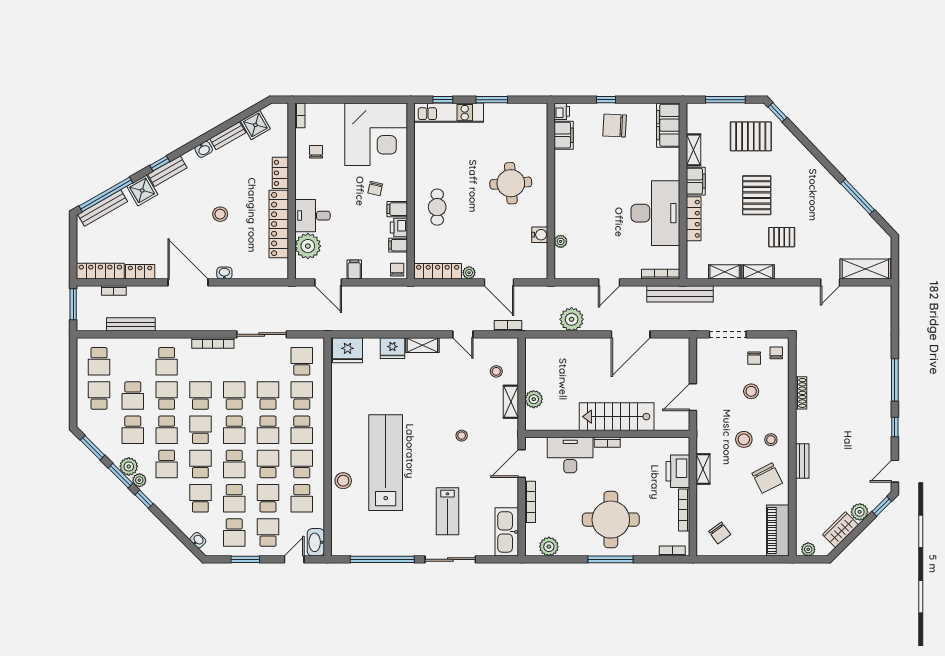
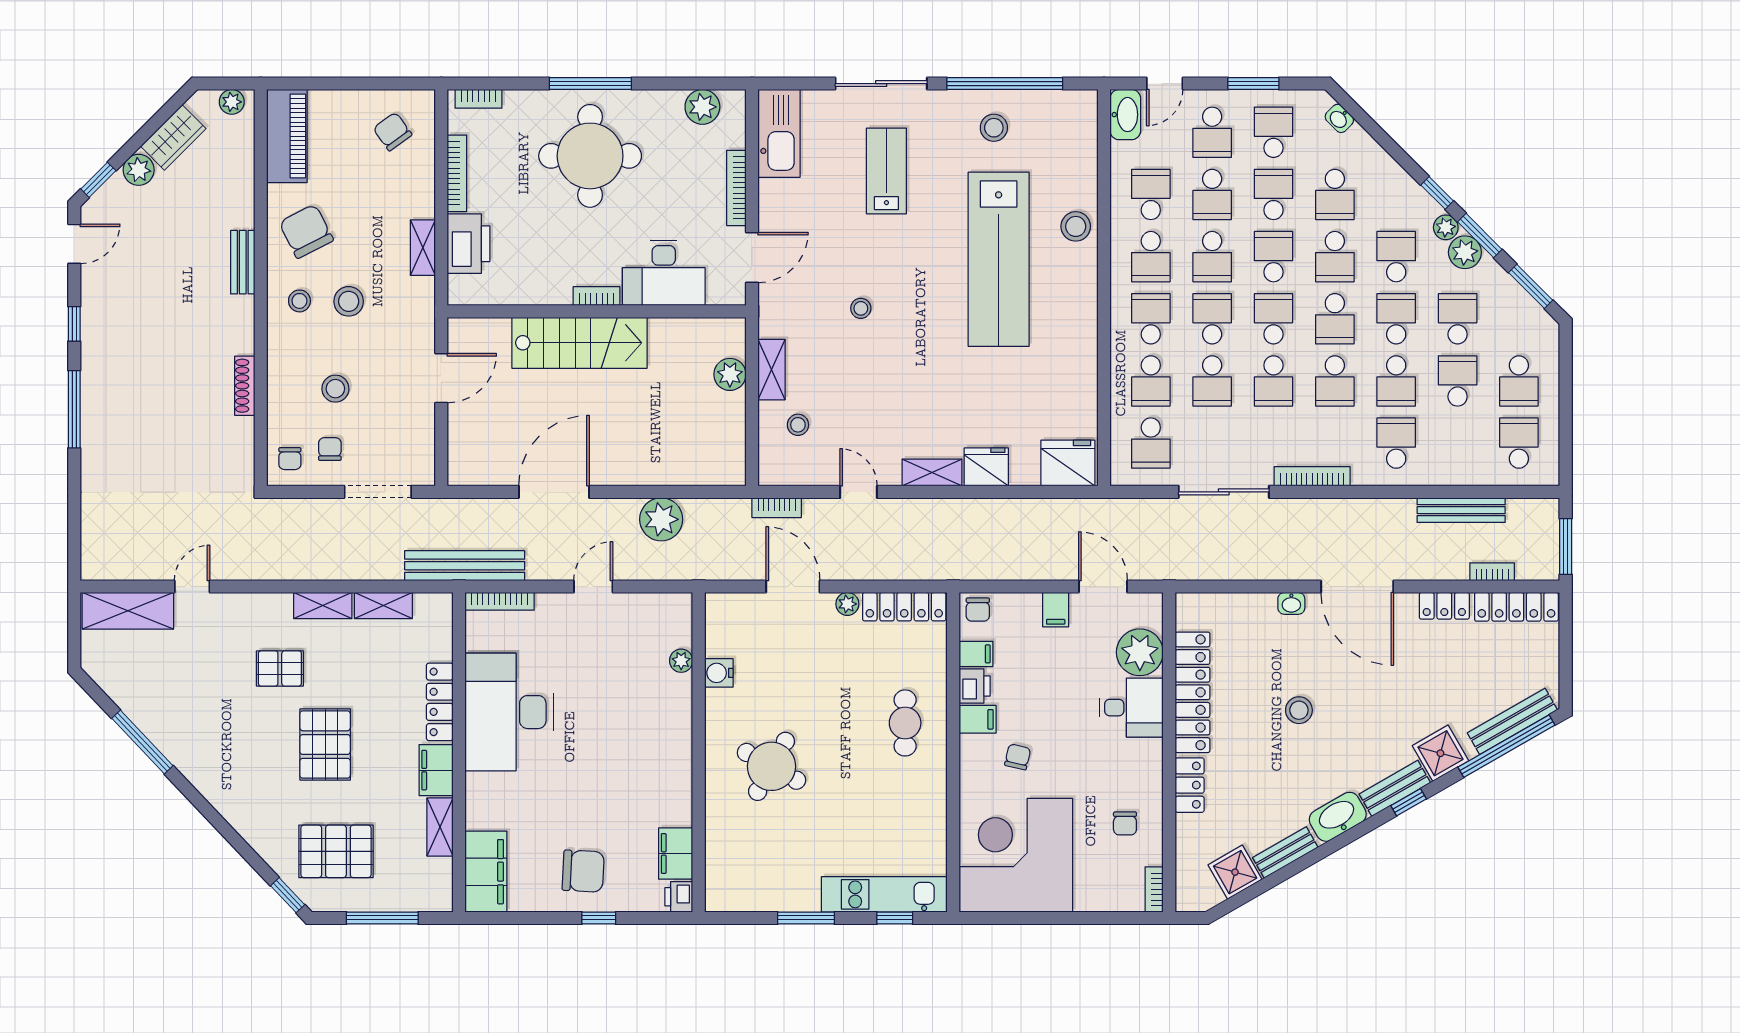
washbasin: (204, 149) -> (1338, 817), width x1.91, depth x1.45
round table: (511, 183) -> (771, 766), turned 33
stool: (388, 535) -> (994, 128), added

